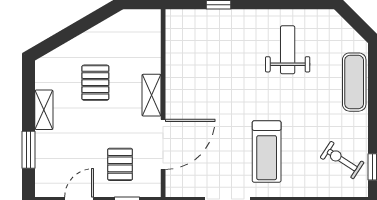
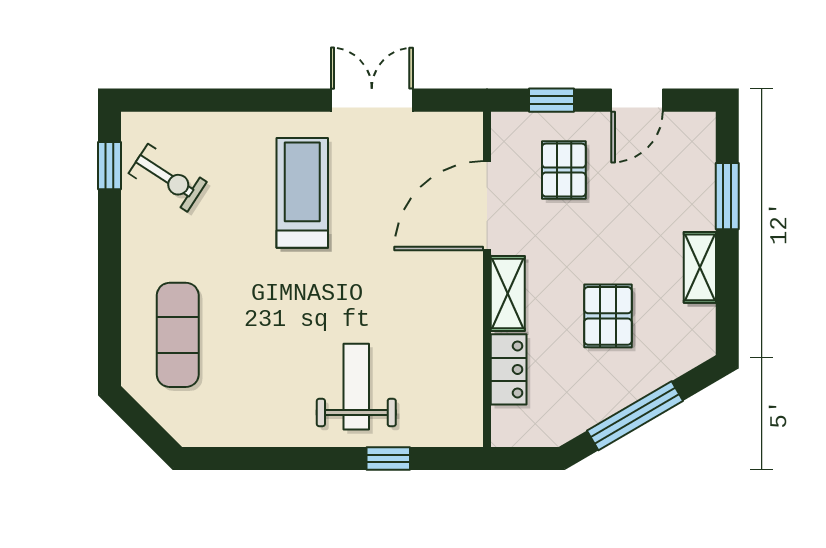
window: (80, 27) -> (635, 416), added
weight bench: (288, 50) -> (356, 387), moved, turned 180
locker: (151, 53) -> (509, 369), added
exercise mat: (354, 82) -> (178, 335), moved

